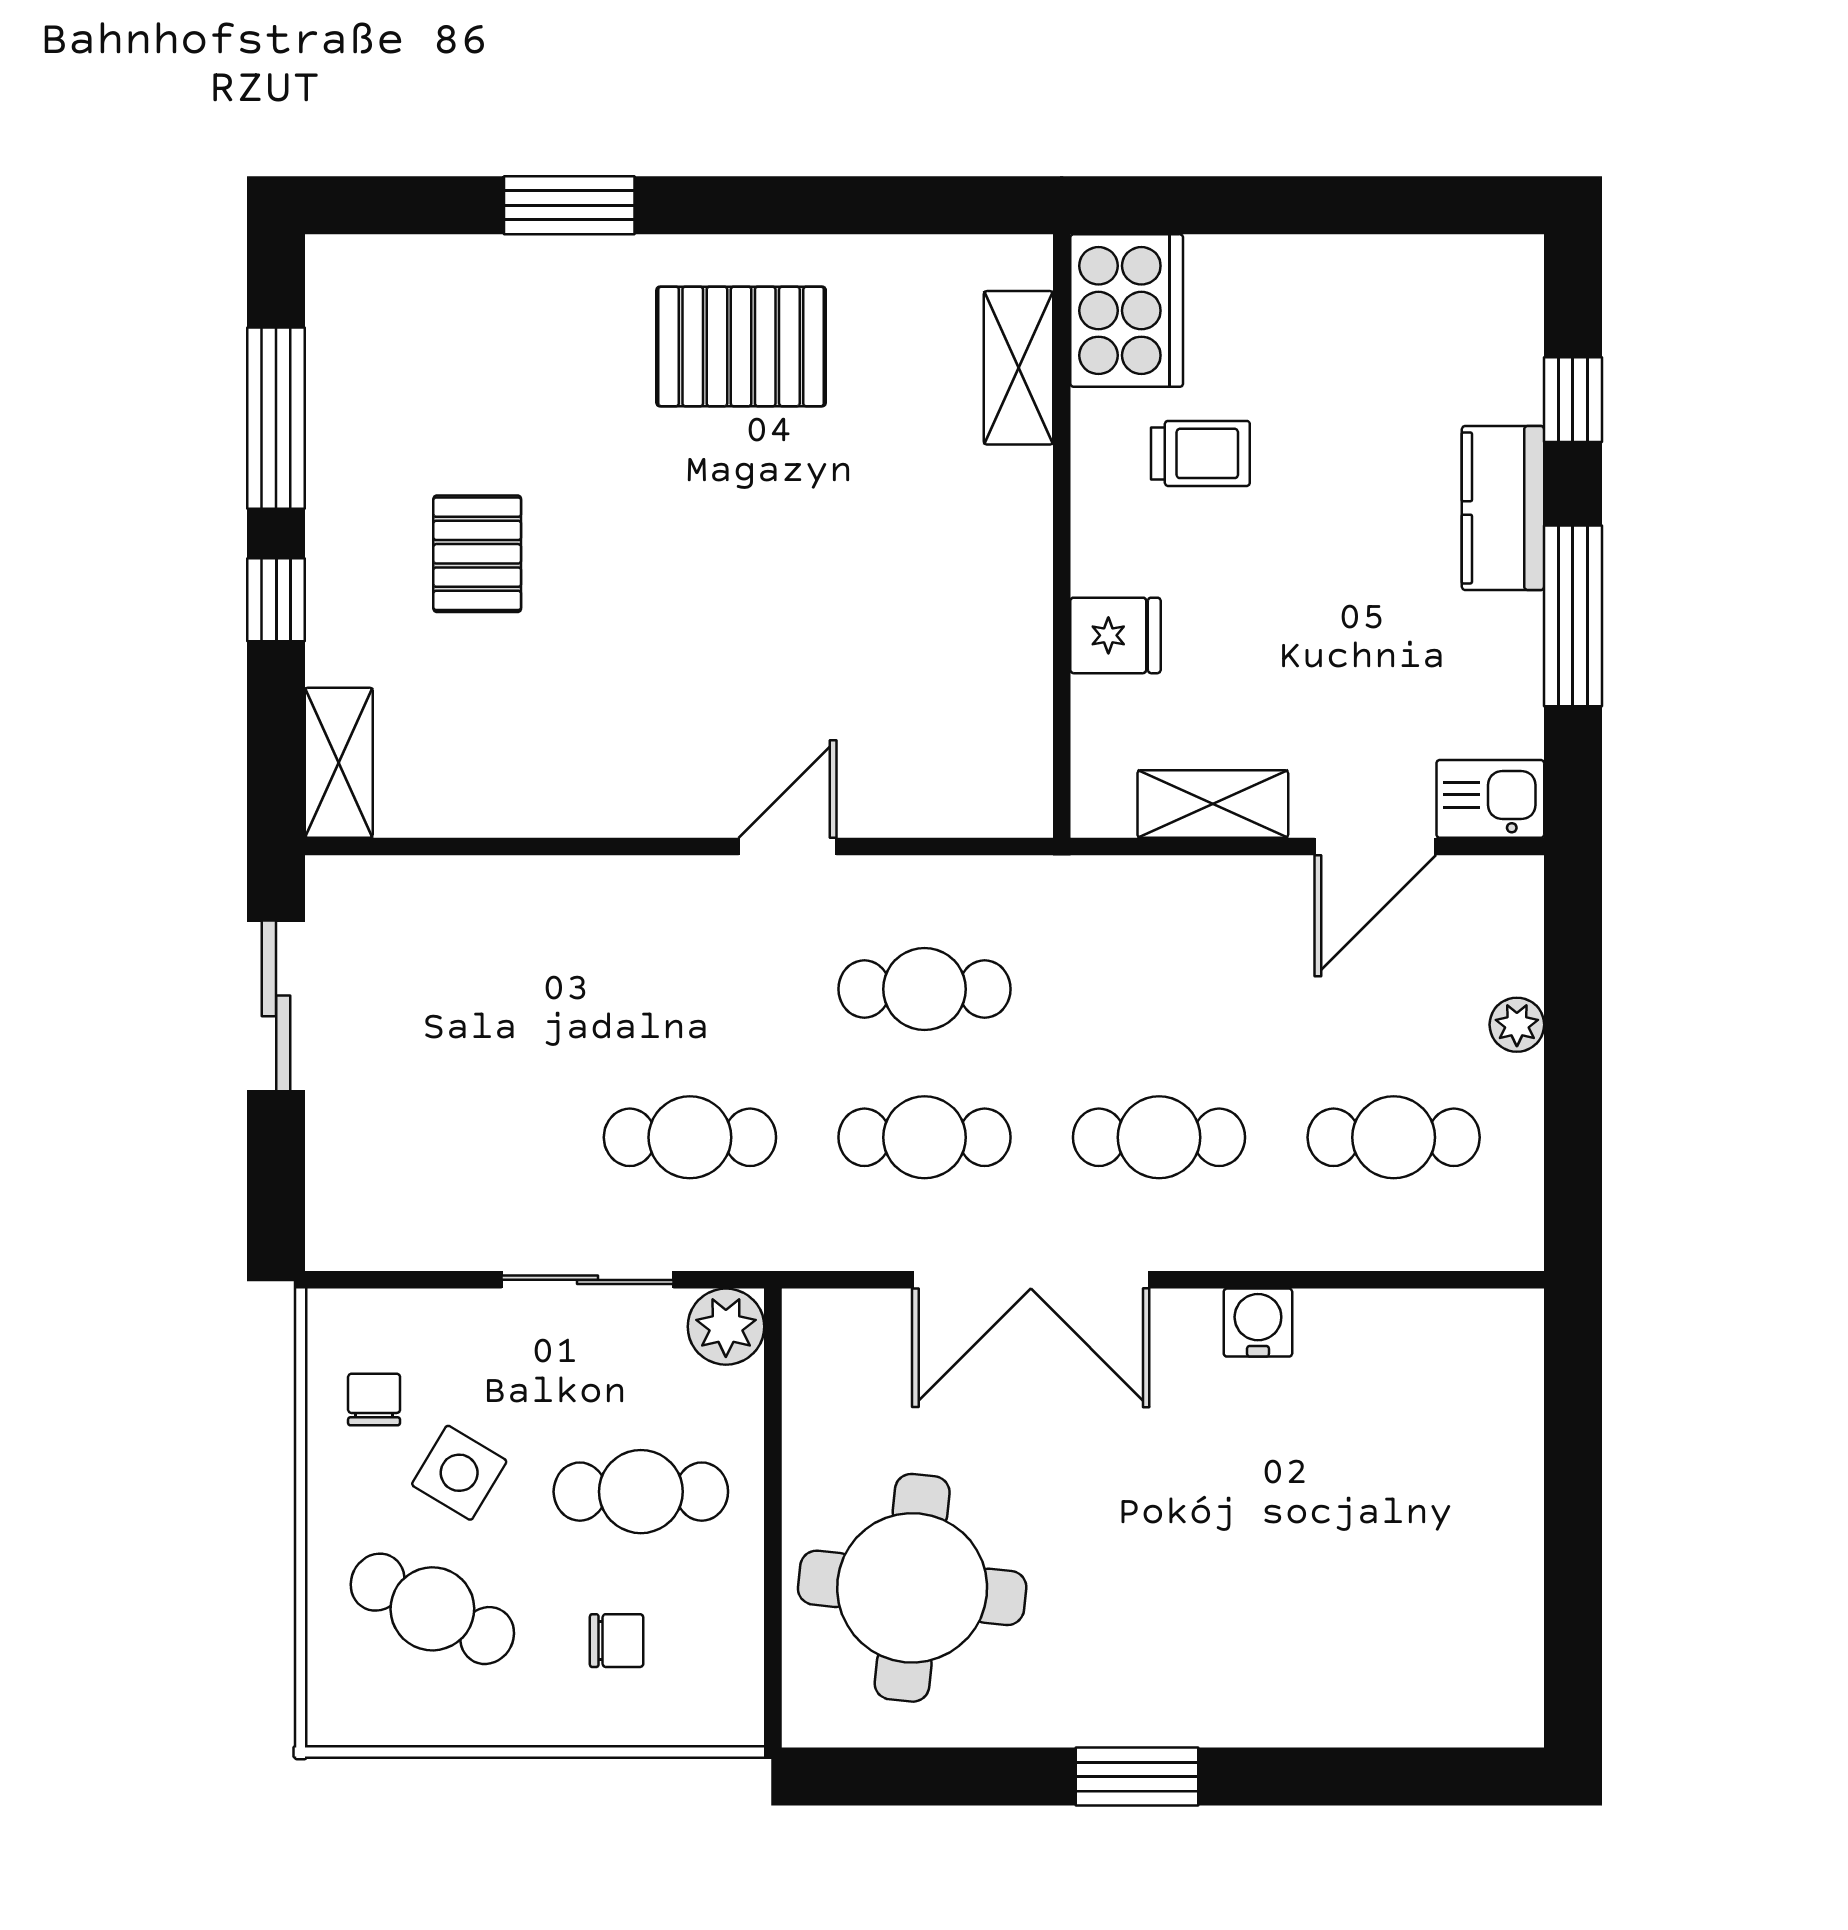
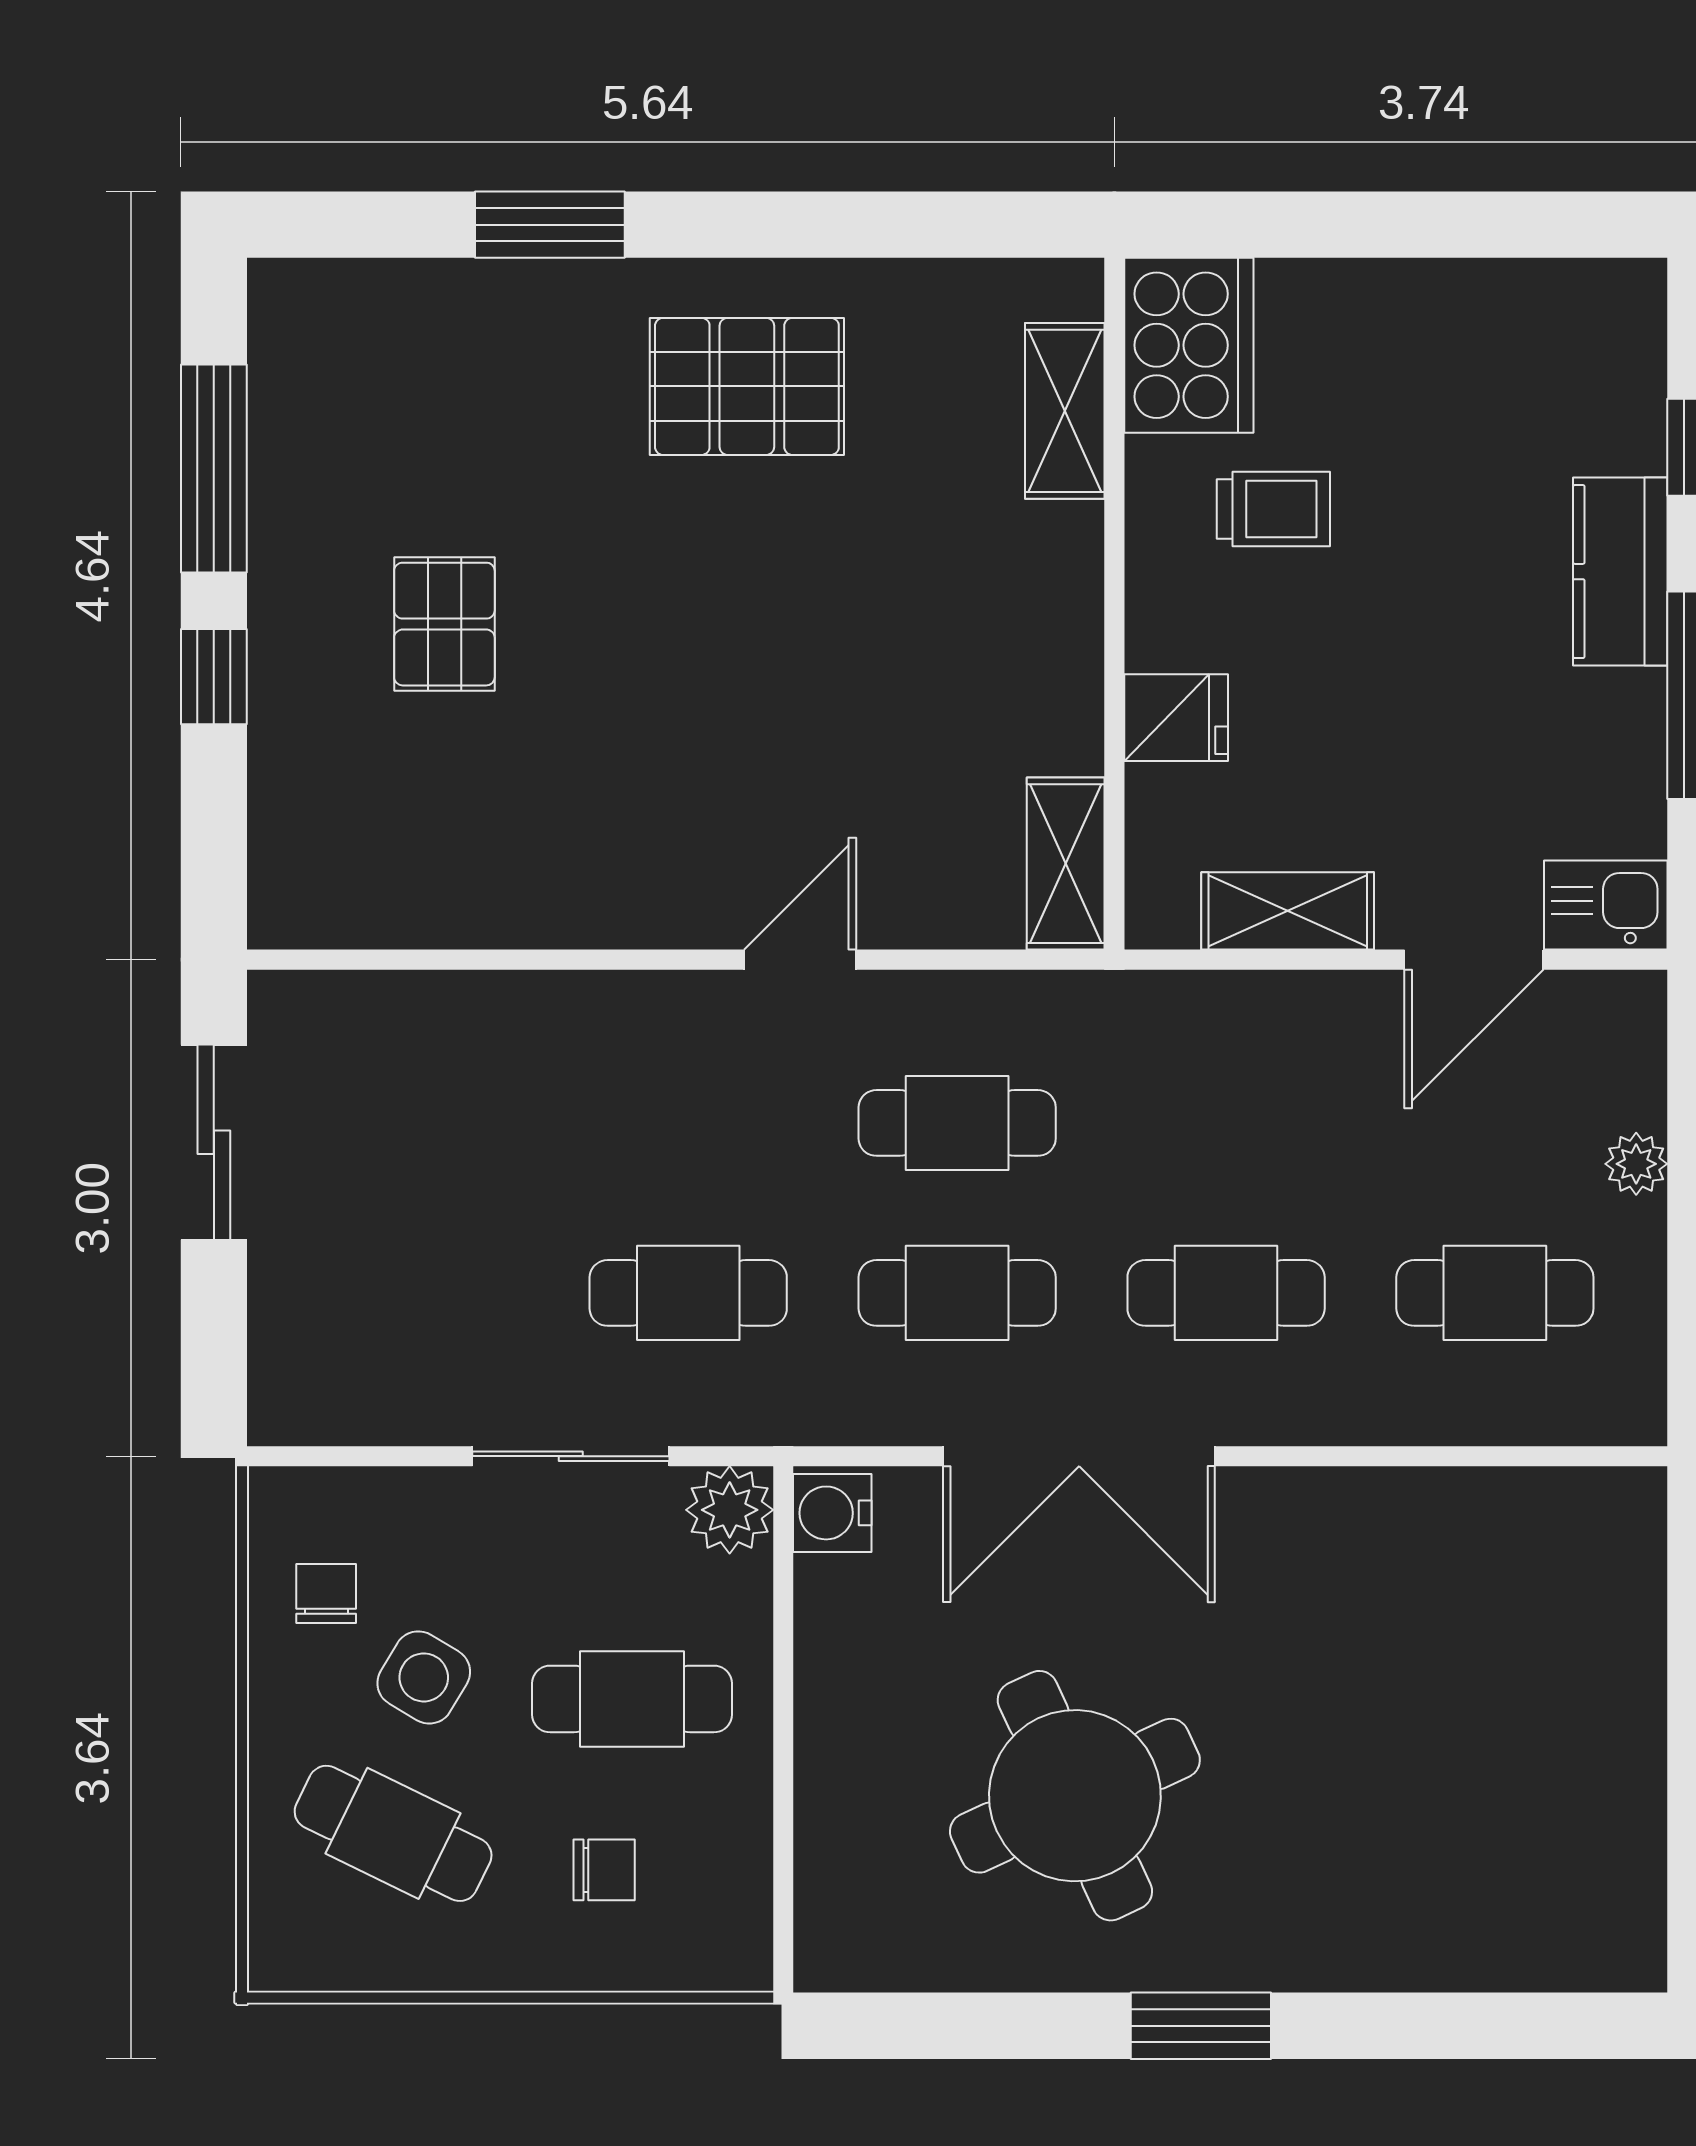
shelving: (339, 763) -> (1066, 864), moved
water cooler: (1258, 1323) -> (832, 1513), moved, turned -90
round table: (912, 1588) -> (1075, 1796), moved, turned -31

